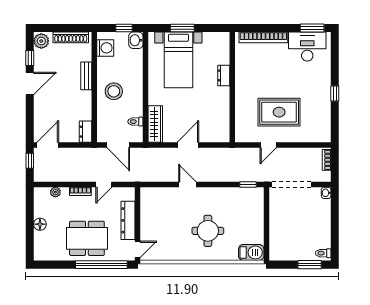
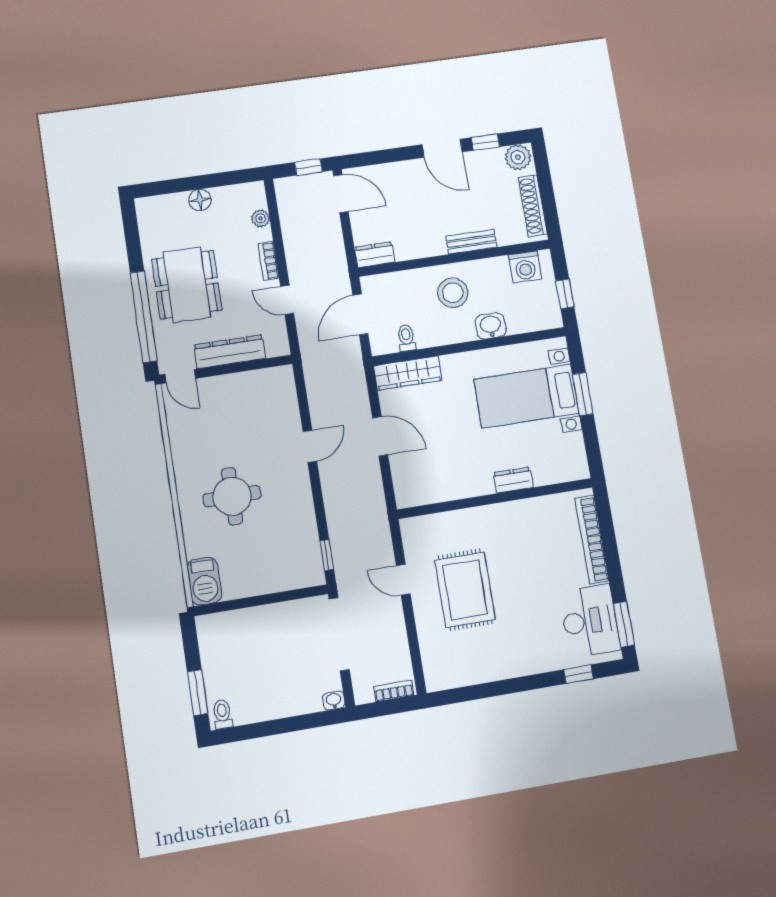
washbasin: (136, 40) -> (491, 326), moved
window: (335, 94) -> (578, 674), moved

